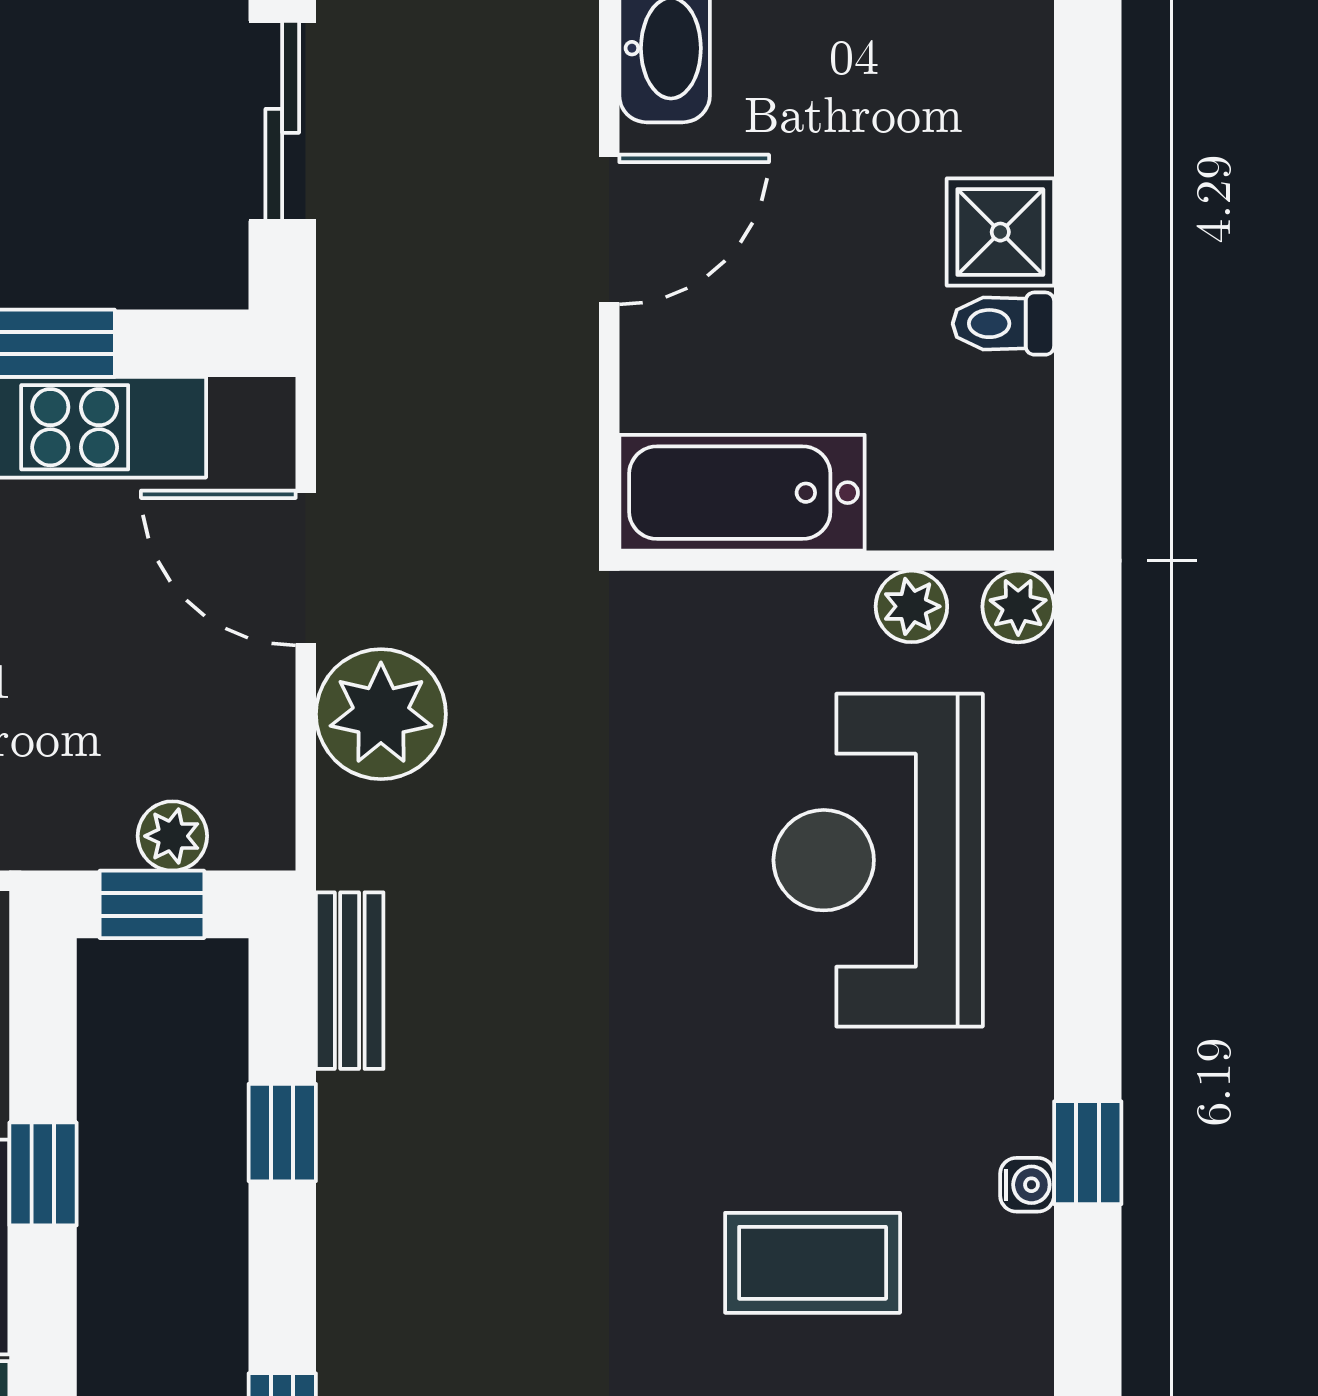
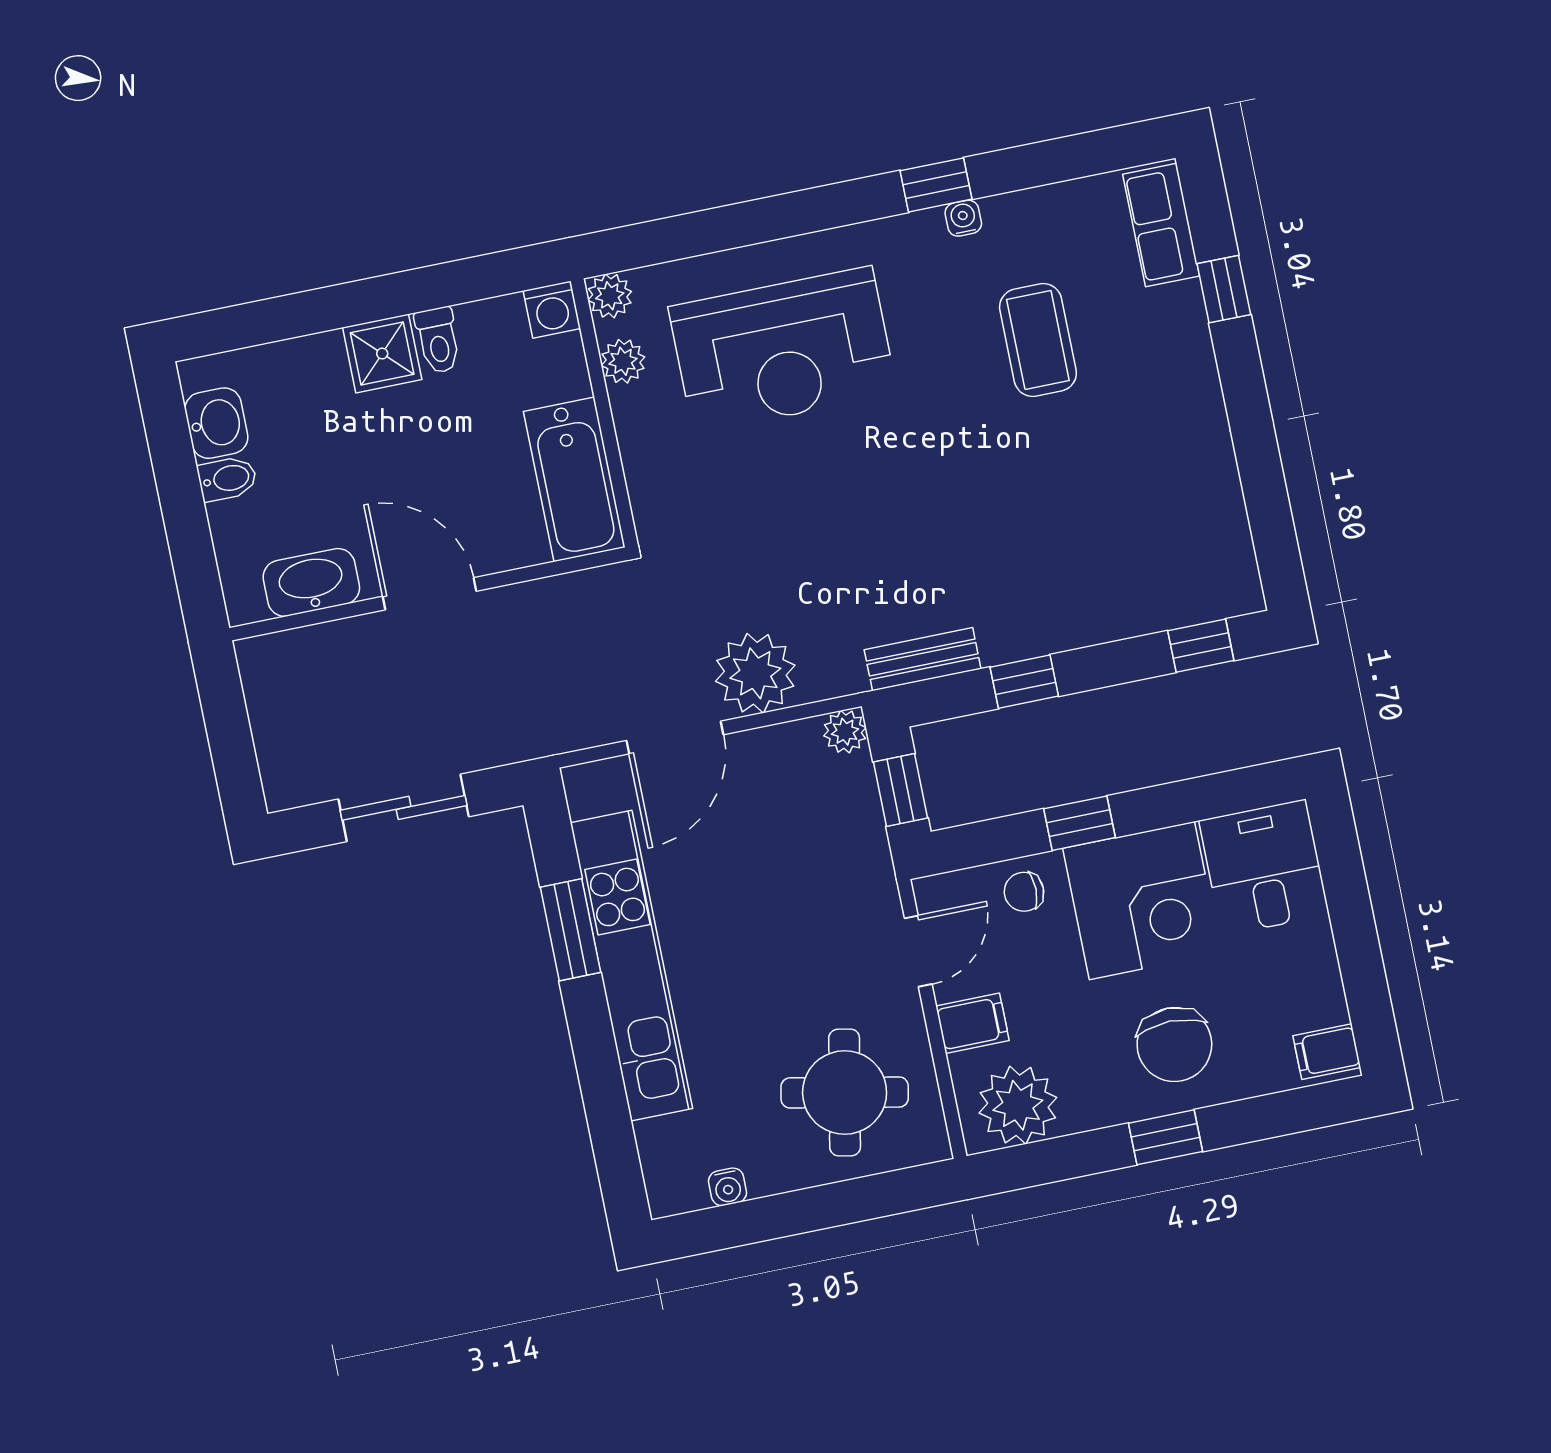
washing machine: (1015, 512) -> (552, 310), added
plant: (172, 836) -> (845, 732), moved

